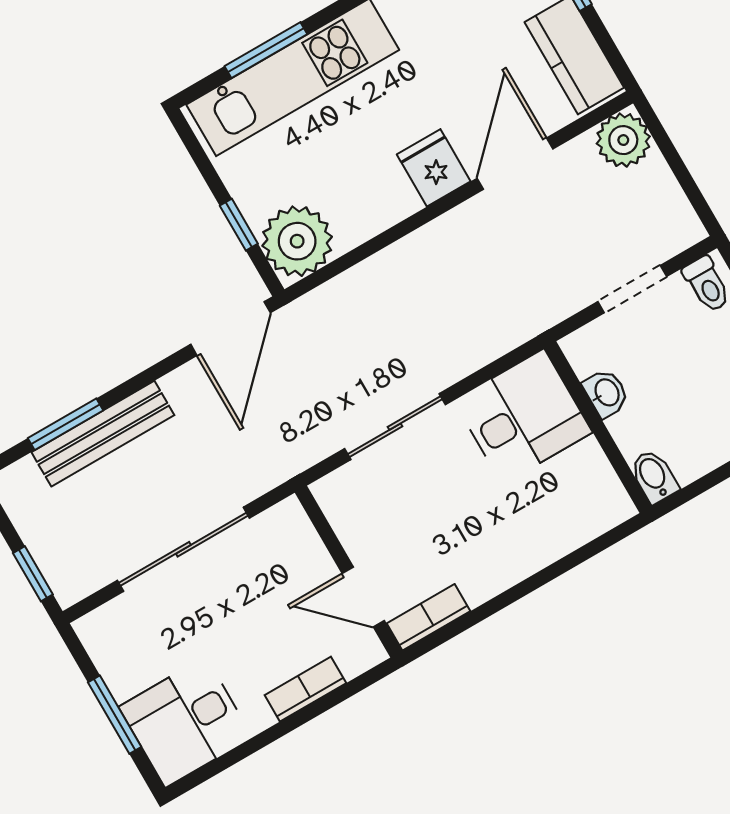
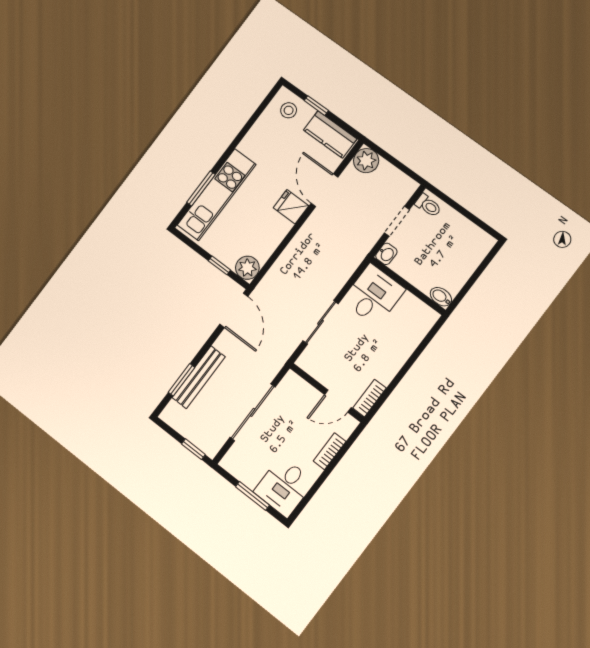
plant: (297, 241) -> (247, 268), width x0.73, depth x0.73
washbasin: (606, 393) -> (386, 254), moved, turned 90

